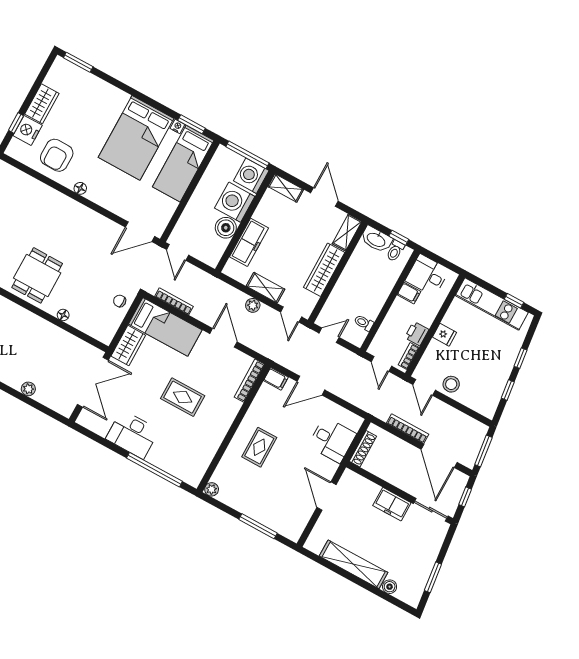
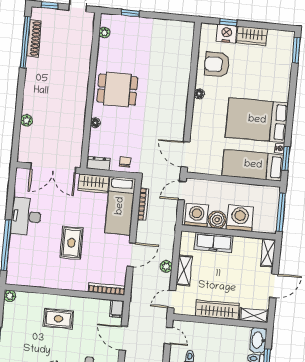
washing machine: (251, 176) -> (196, 215), moved
dresser: (109, 330) -> (99, 163), added

